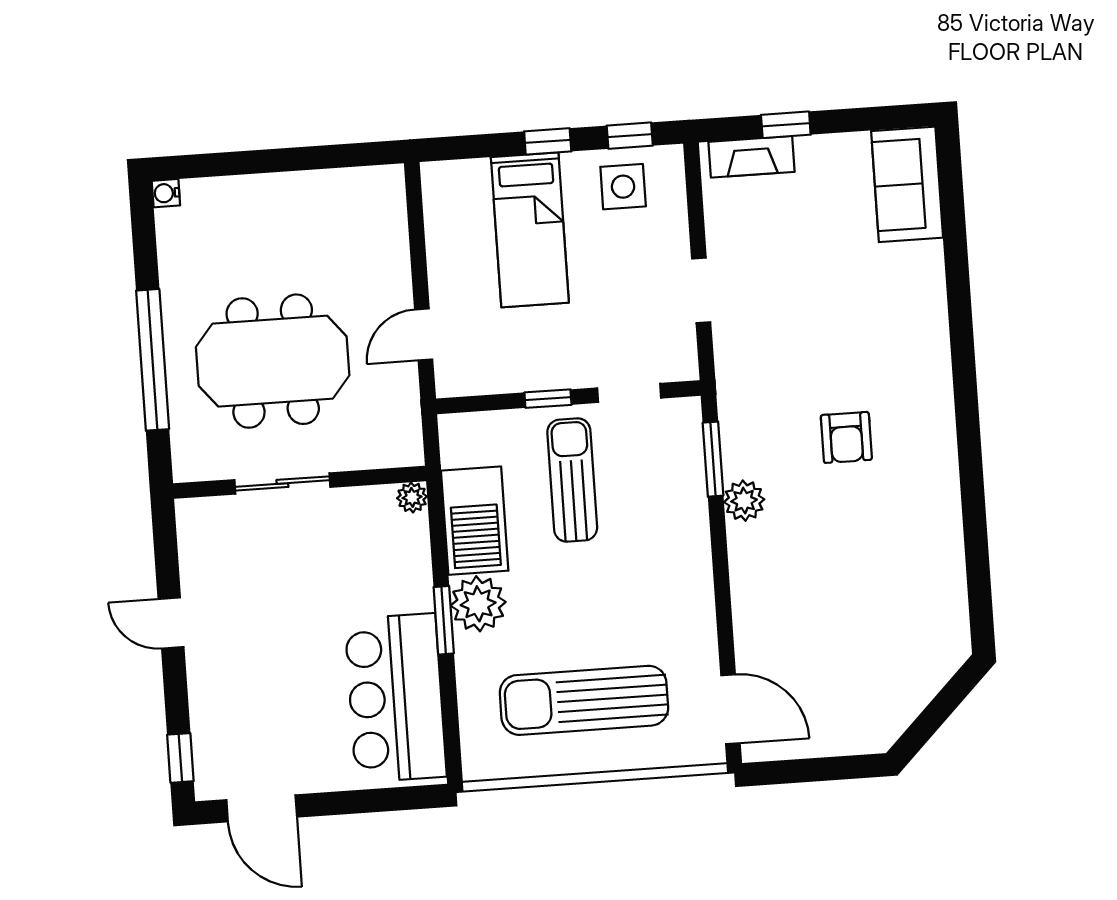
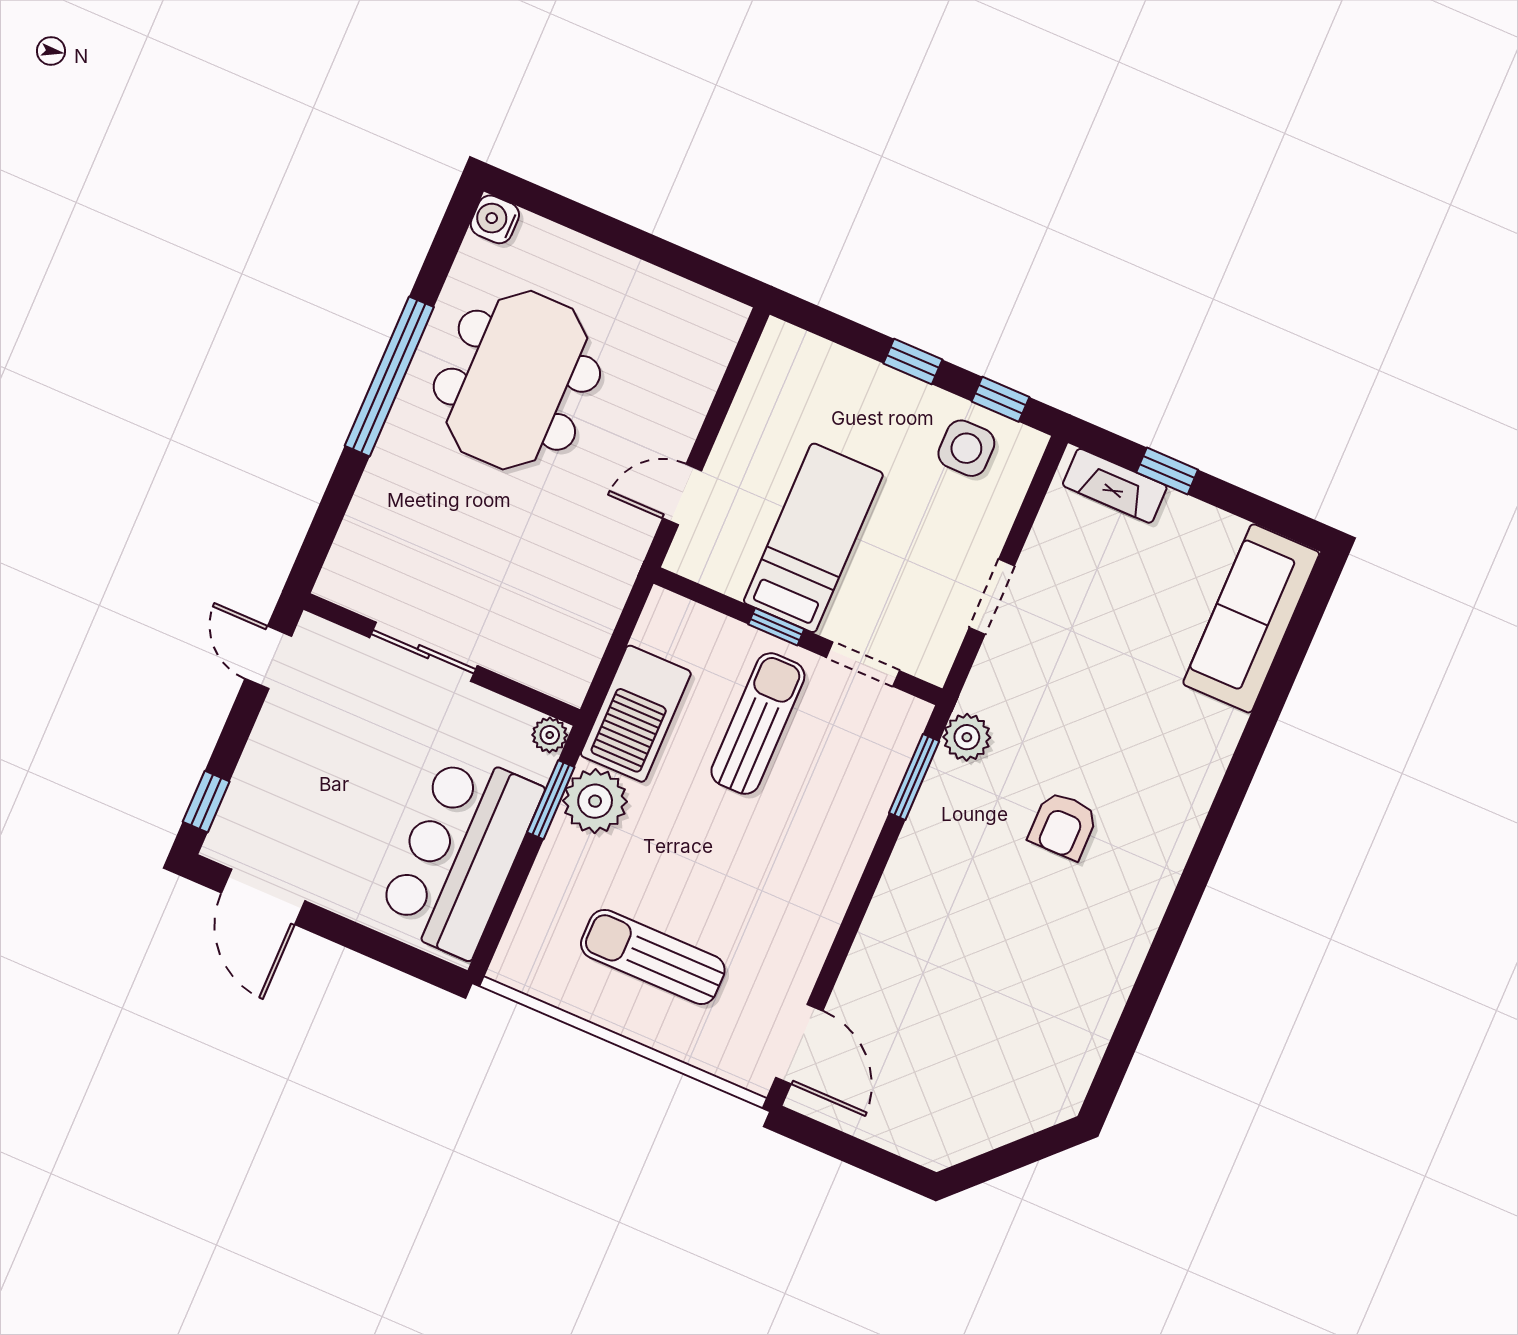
sofa: (907, 184) -> (1251, 618), width x1.36
water cooler: (166, 193) -> (495, 219), width x1.38, depth x1.38
bed: (530, 230) -> (813, 538), moved, turned 180
meeting table: (273, 361) -> (517, 380), moved, turned 90
wall: (300, 482) -> (442, 660), moved
sliding door: (282, 483) -> (423, 652), moved
plant: (412, 497) -> (550, 735), moved
plant: (744, 501) -> (967, 737), moved
sun lounger: (584, 700) -> (653, 957), width x0.73, depth x0.75

